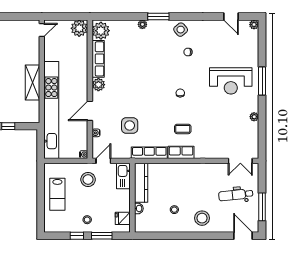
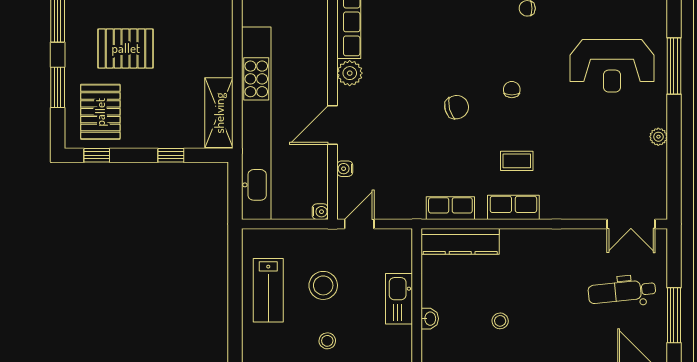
shelving: (32, 83) -> (219, 113), moved
chair: (152, 102) -> (457, 107), added
side table: (130, 125) -> (411, 154), removed
row of seats: (149, 153) -> (450, 208), width x0.68
kitchen sink: (123, 176) -> (399, 299), moved
stool: (88, 180) -> (323, 285), moved
kitchen counter: (141, 183) -> (460, 241), moved, turned 90
fridge: (123, 218) -> (398, 338), removed
stool: (202, 218) -> (555, 338), removed

